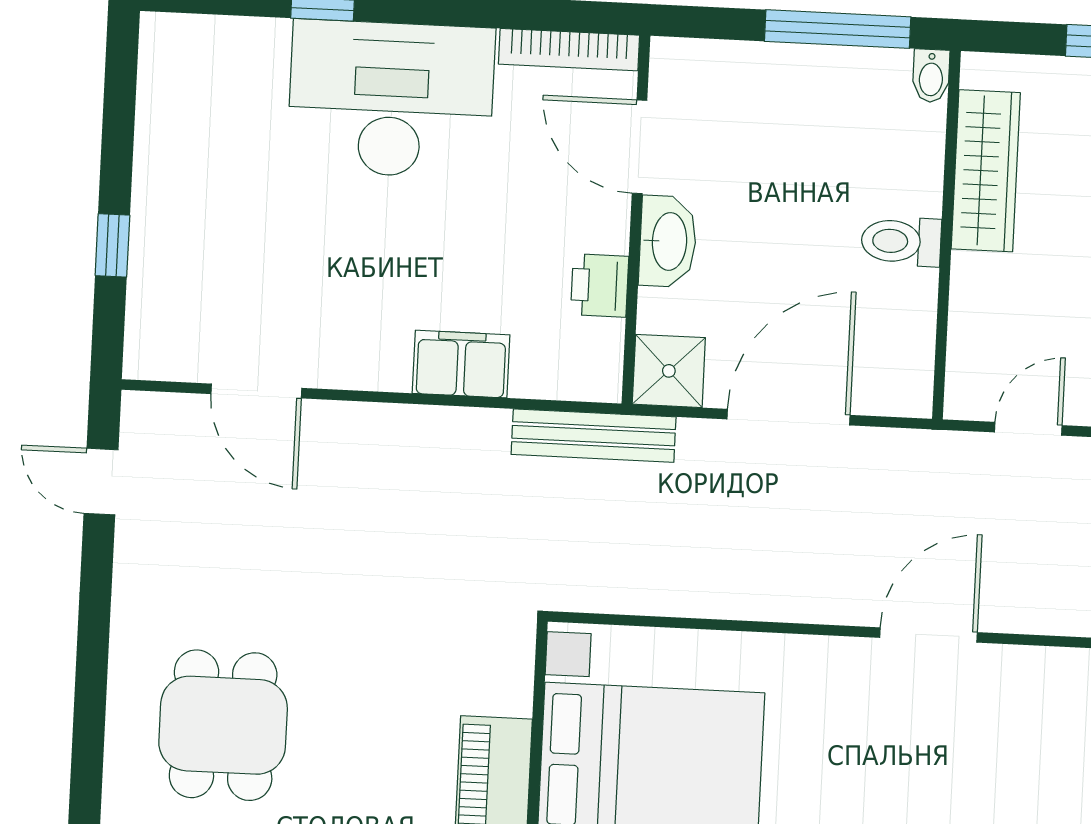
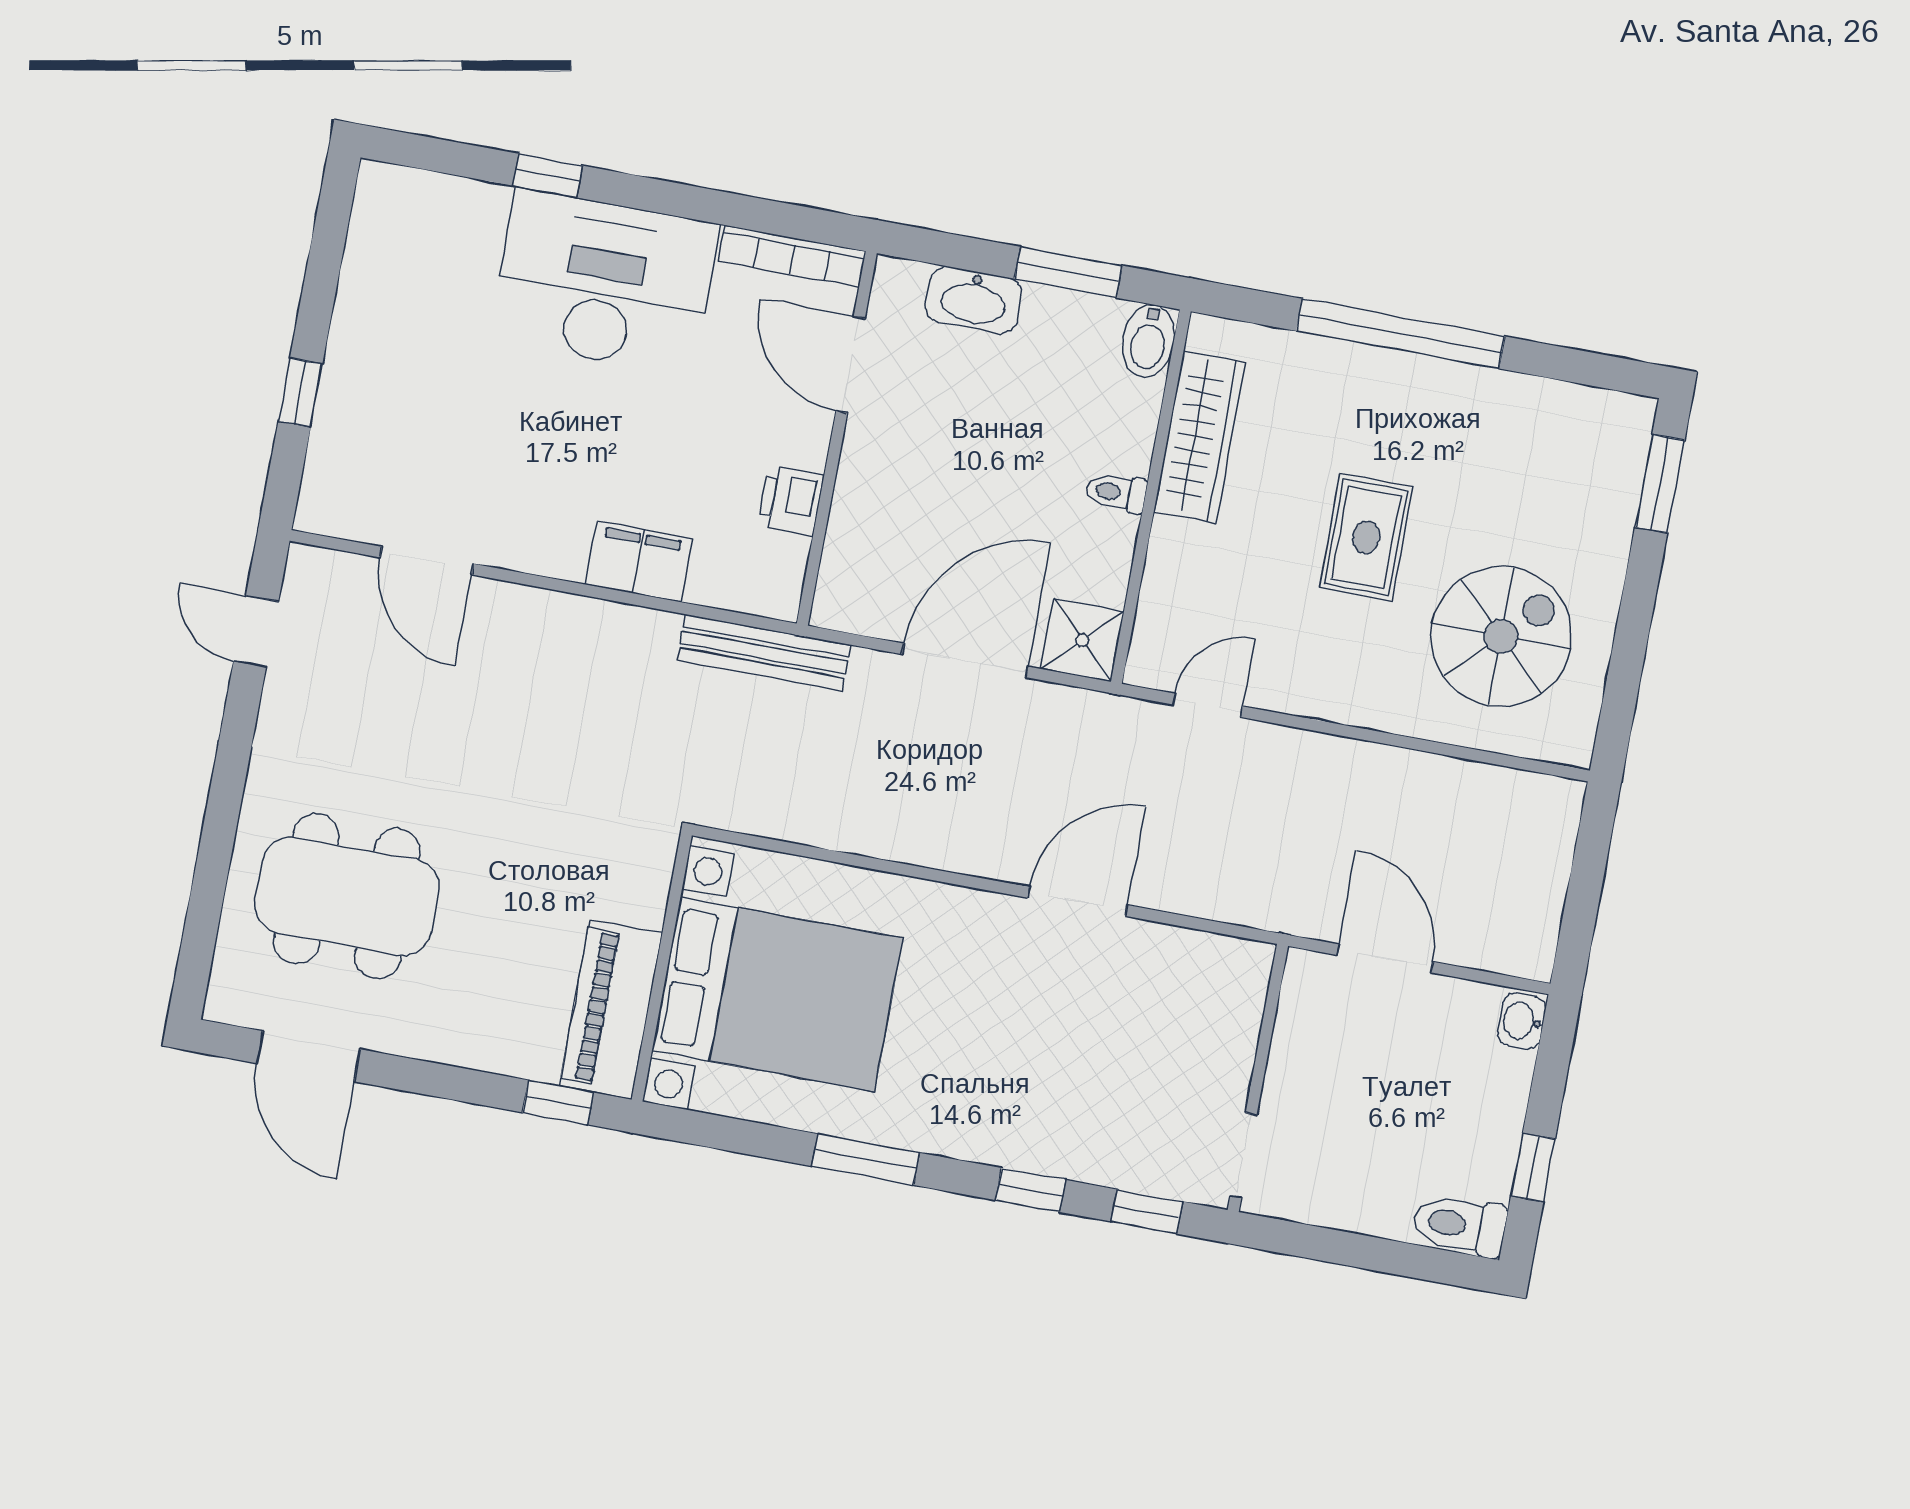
window: (838, 29) -> (1068, 272), width x0.69
bidet: (931, 76) -> (1148, 341), width x1.38, depth x1.36
washbasin: (668, 241) -> (974, 300), moved, turned 90
toilet: (901, 241) -> (1116, 493), width x0.73, depth x0.72
shower: (669, 371) -> (1082, 640), moved
dining table: (223, 725) -> (347, 896), width x1.38

